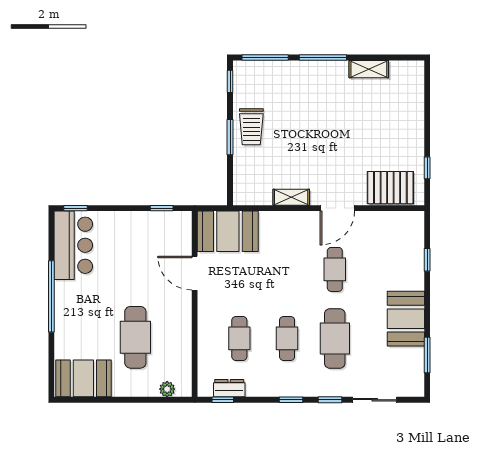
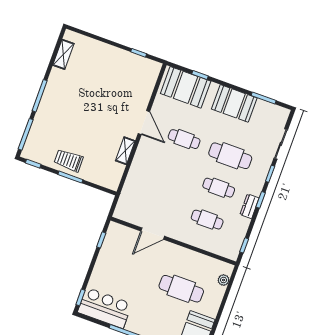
shelving: (369, 69) -> (63, 54), moved
trolley: (251, 127) -> (69, 160), turned 180
pallet: (390, 188) -> (143, 82), removed
booth: (228, 231) -> (186, 87), moved, turned 90
dresser: (229, 388) -> (250, 206), moved

